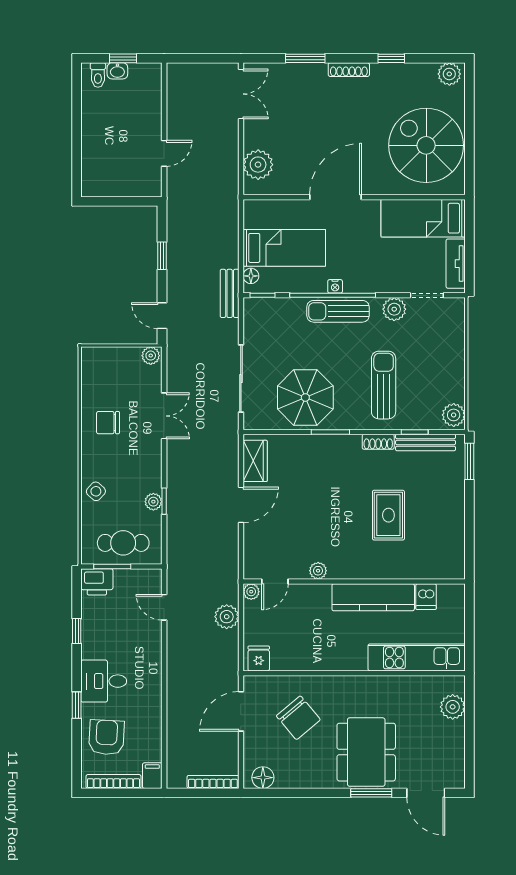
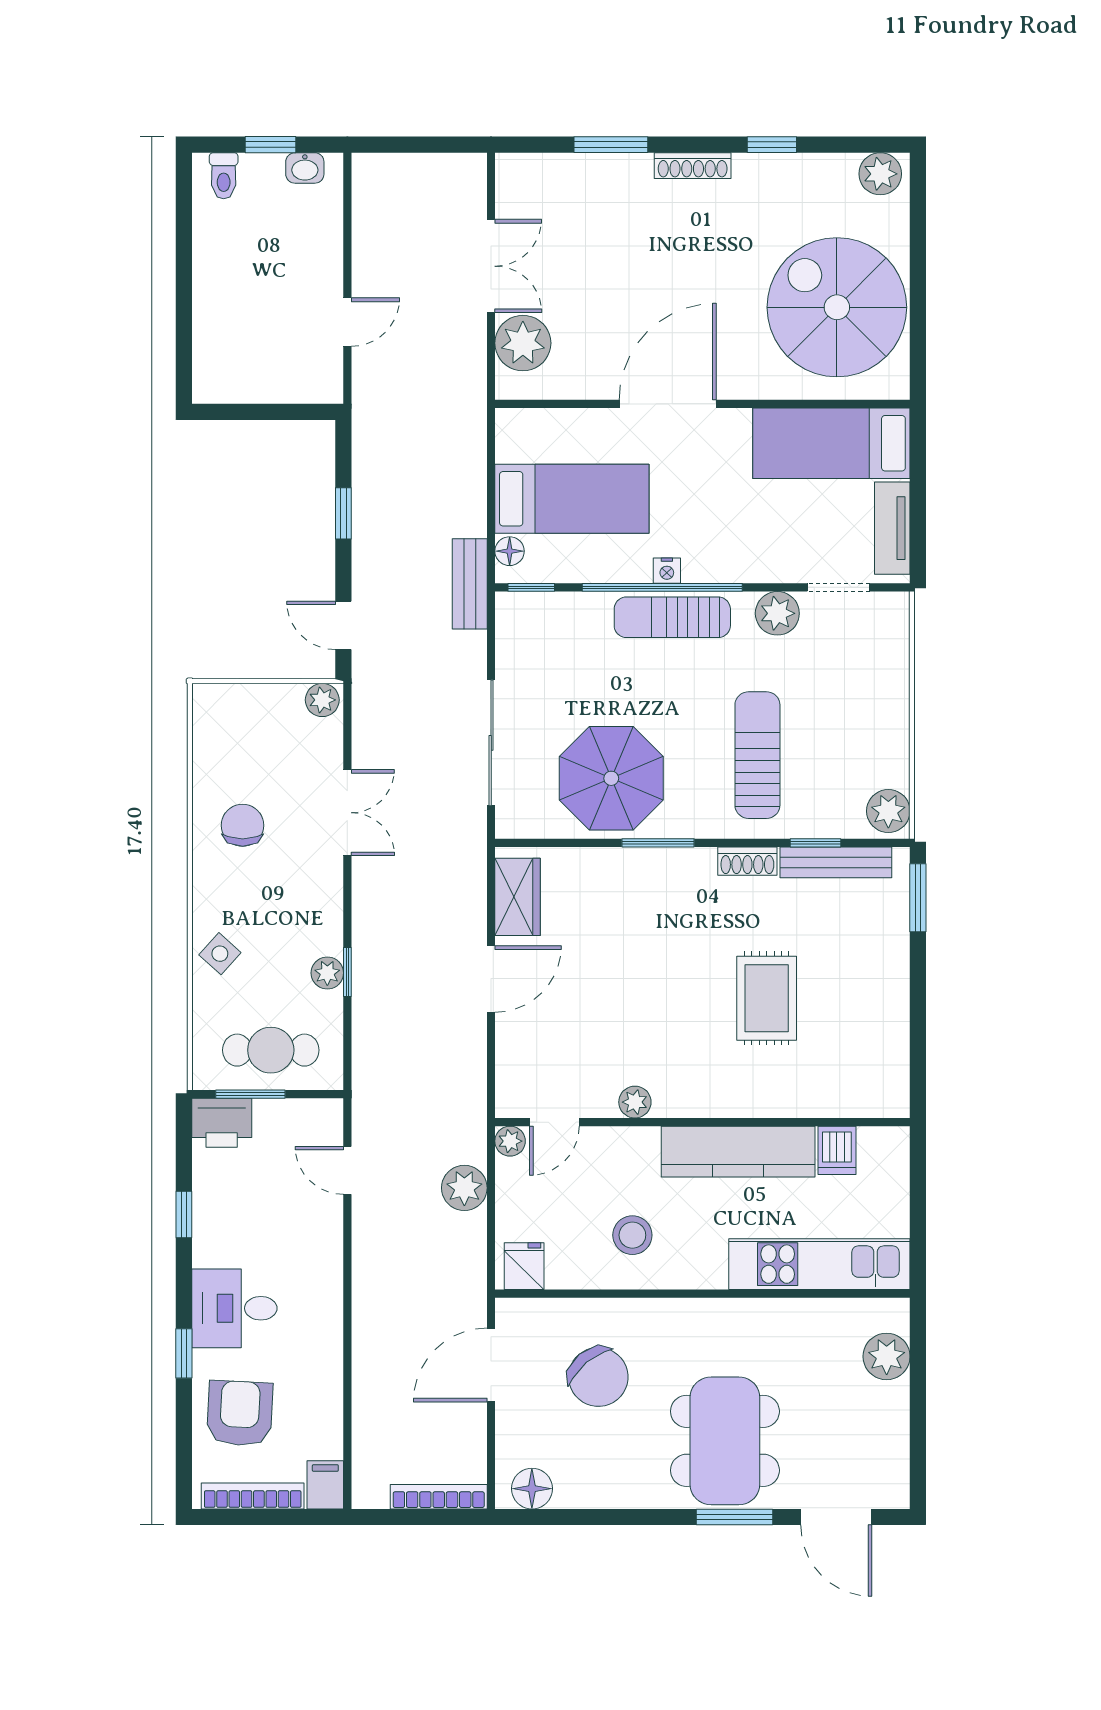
washbasin: (117, 71) -> (305, 168), moved
double door: (241, 94) -> (491, 266), moved
chair: (108, 423) -> (243, 825), turned 90
stool: (317, 642) -> (632, 1235), added

